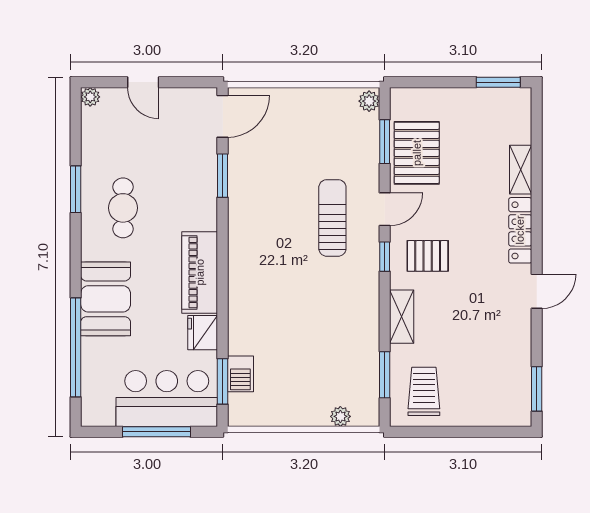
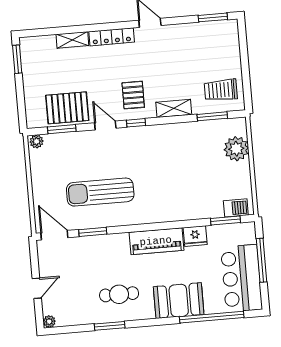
sun lounger: (332, 218) -> (100, 192), moved, width x1.36, depth x1.34
barbecue: (240, 374) -> (236, 208), moved
bar counter: (167, 399) -> (242, 278), moved
plant: (340, 416) -> (236, 149), width x1.88, depth x1.88

